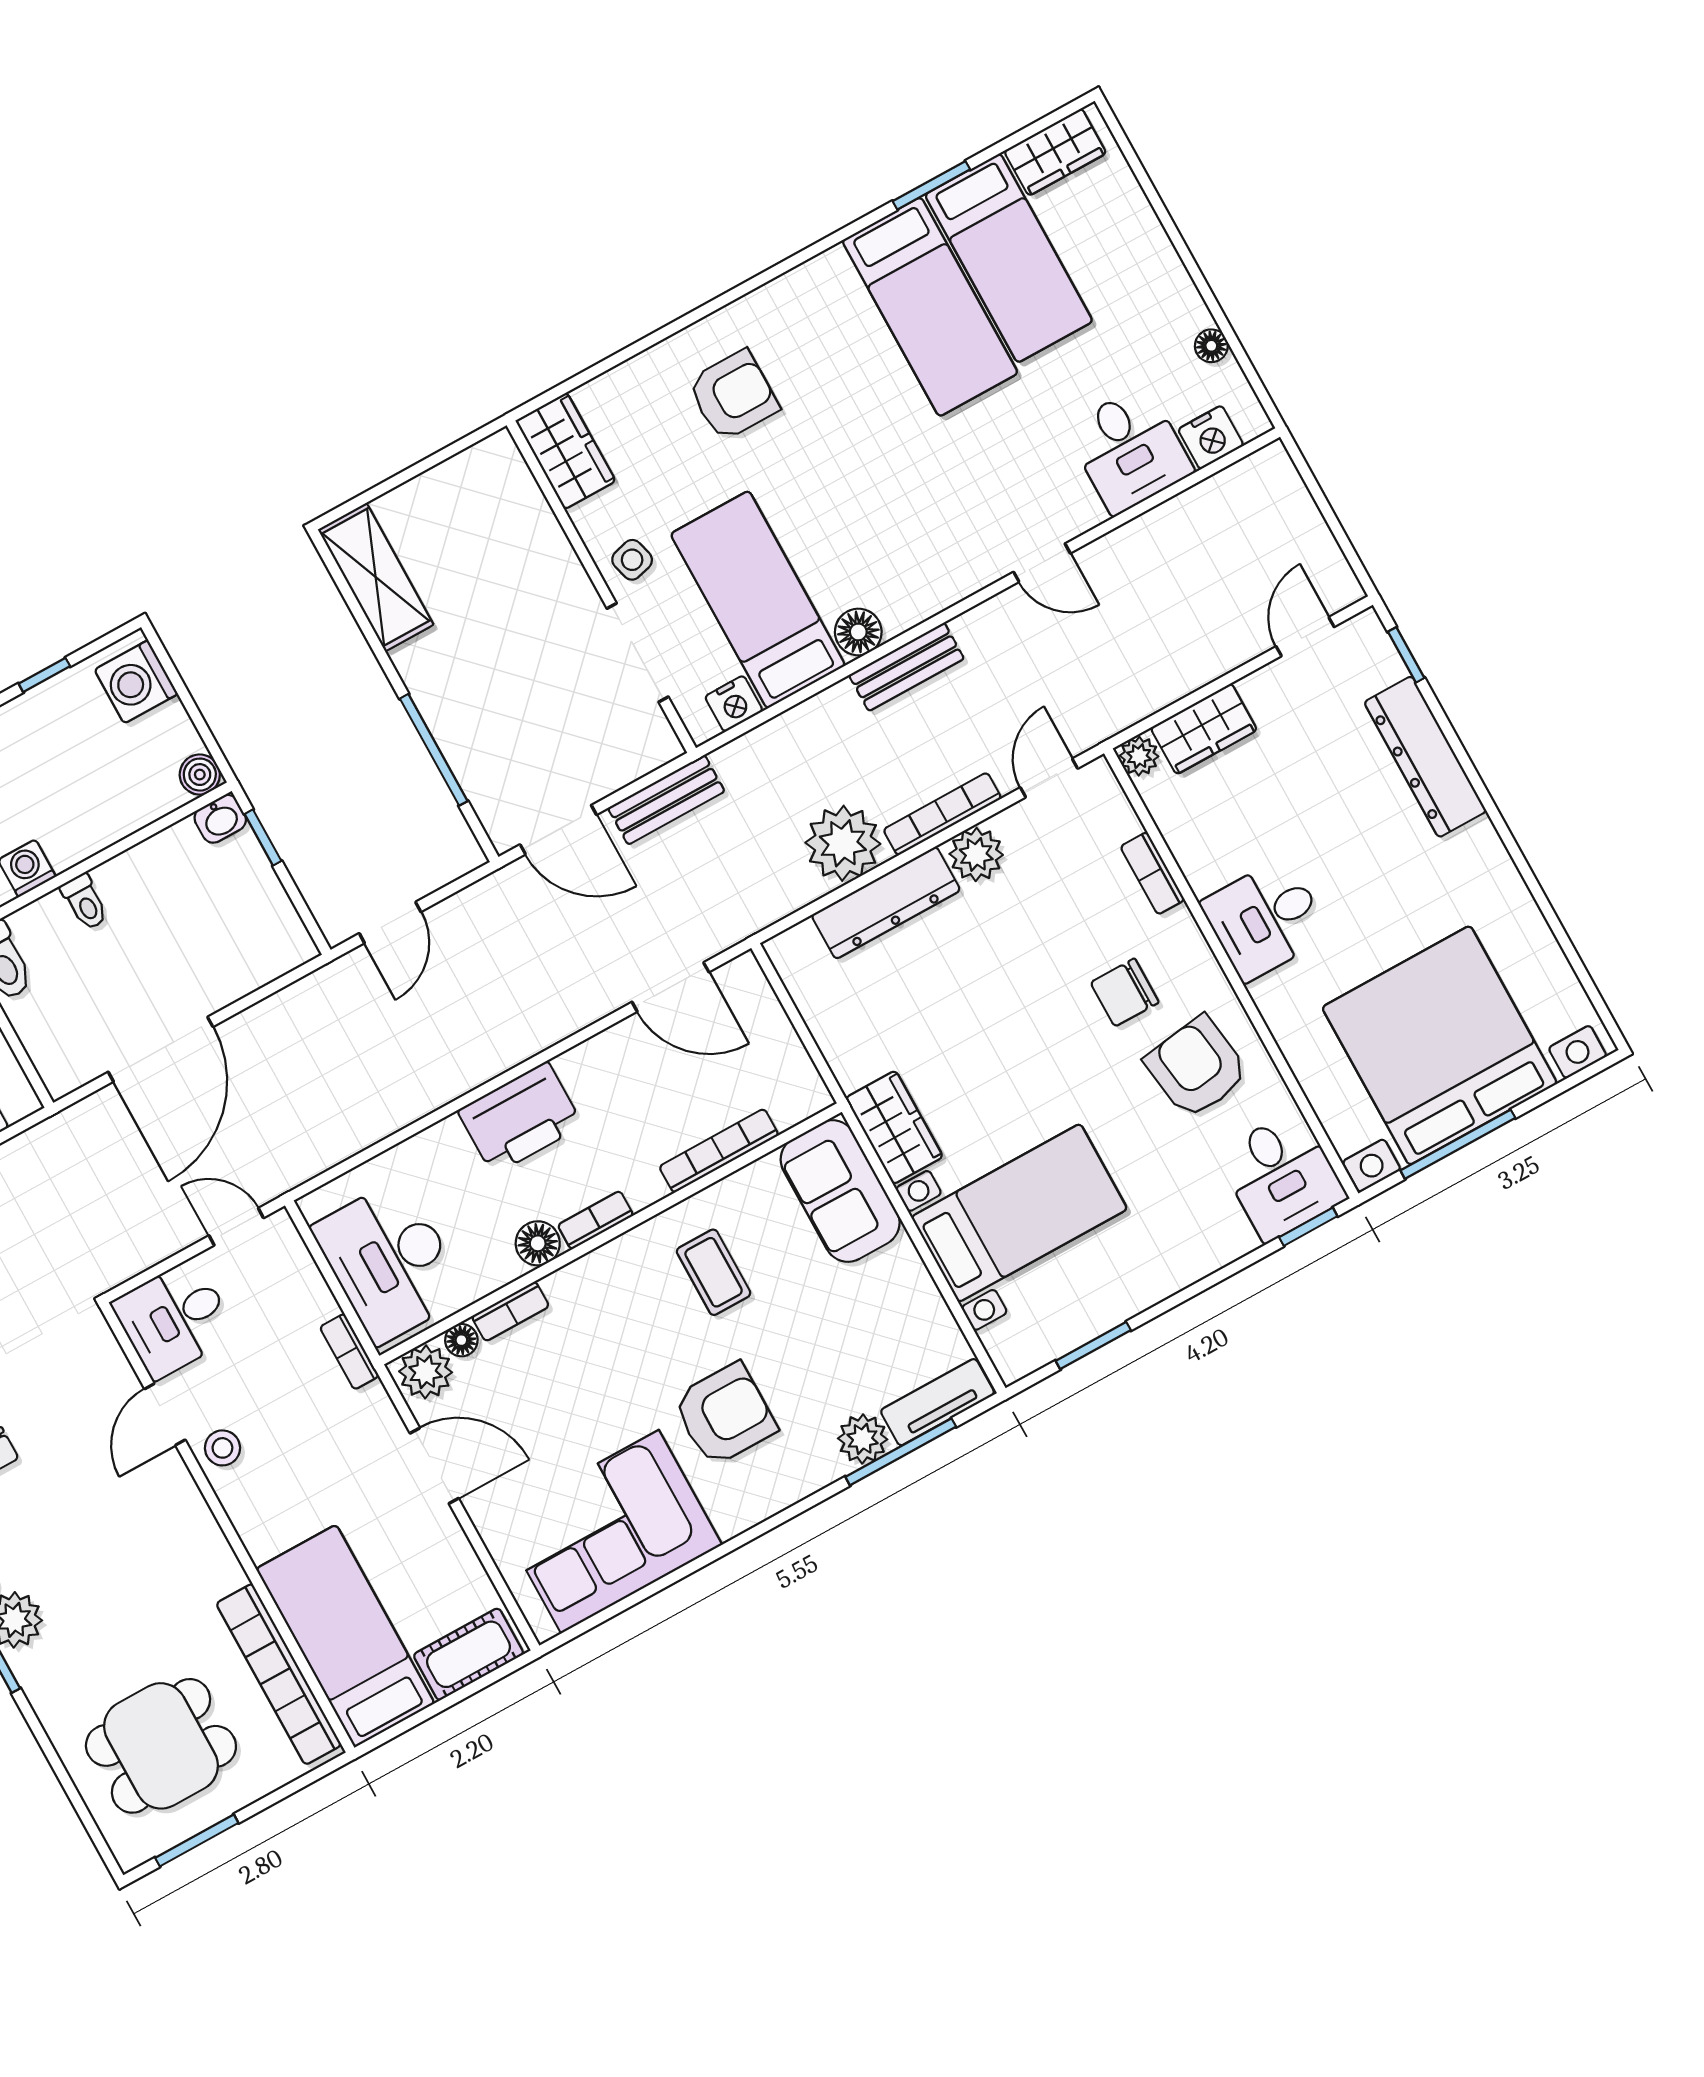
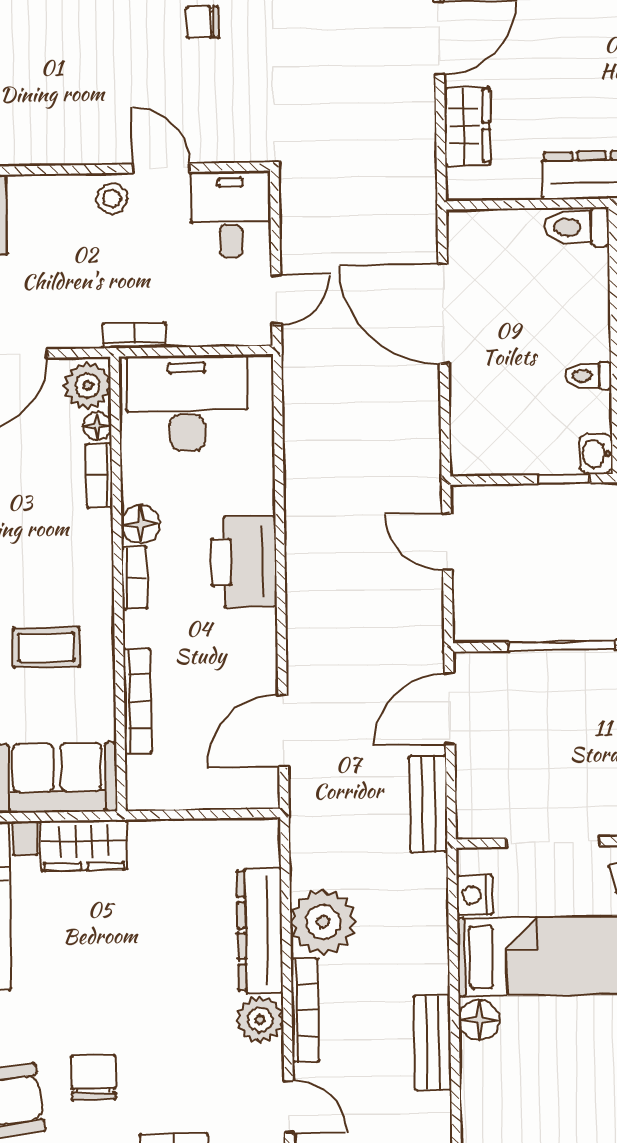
toilet: (85, 902) -> (588, 376), moved

